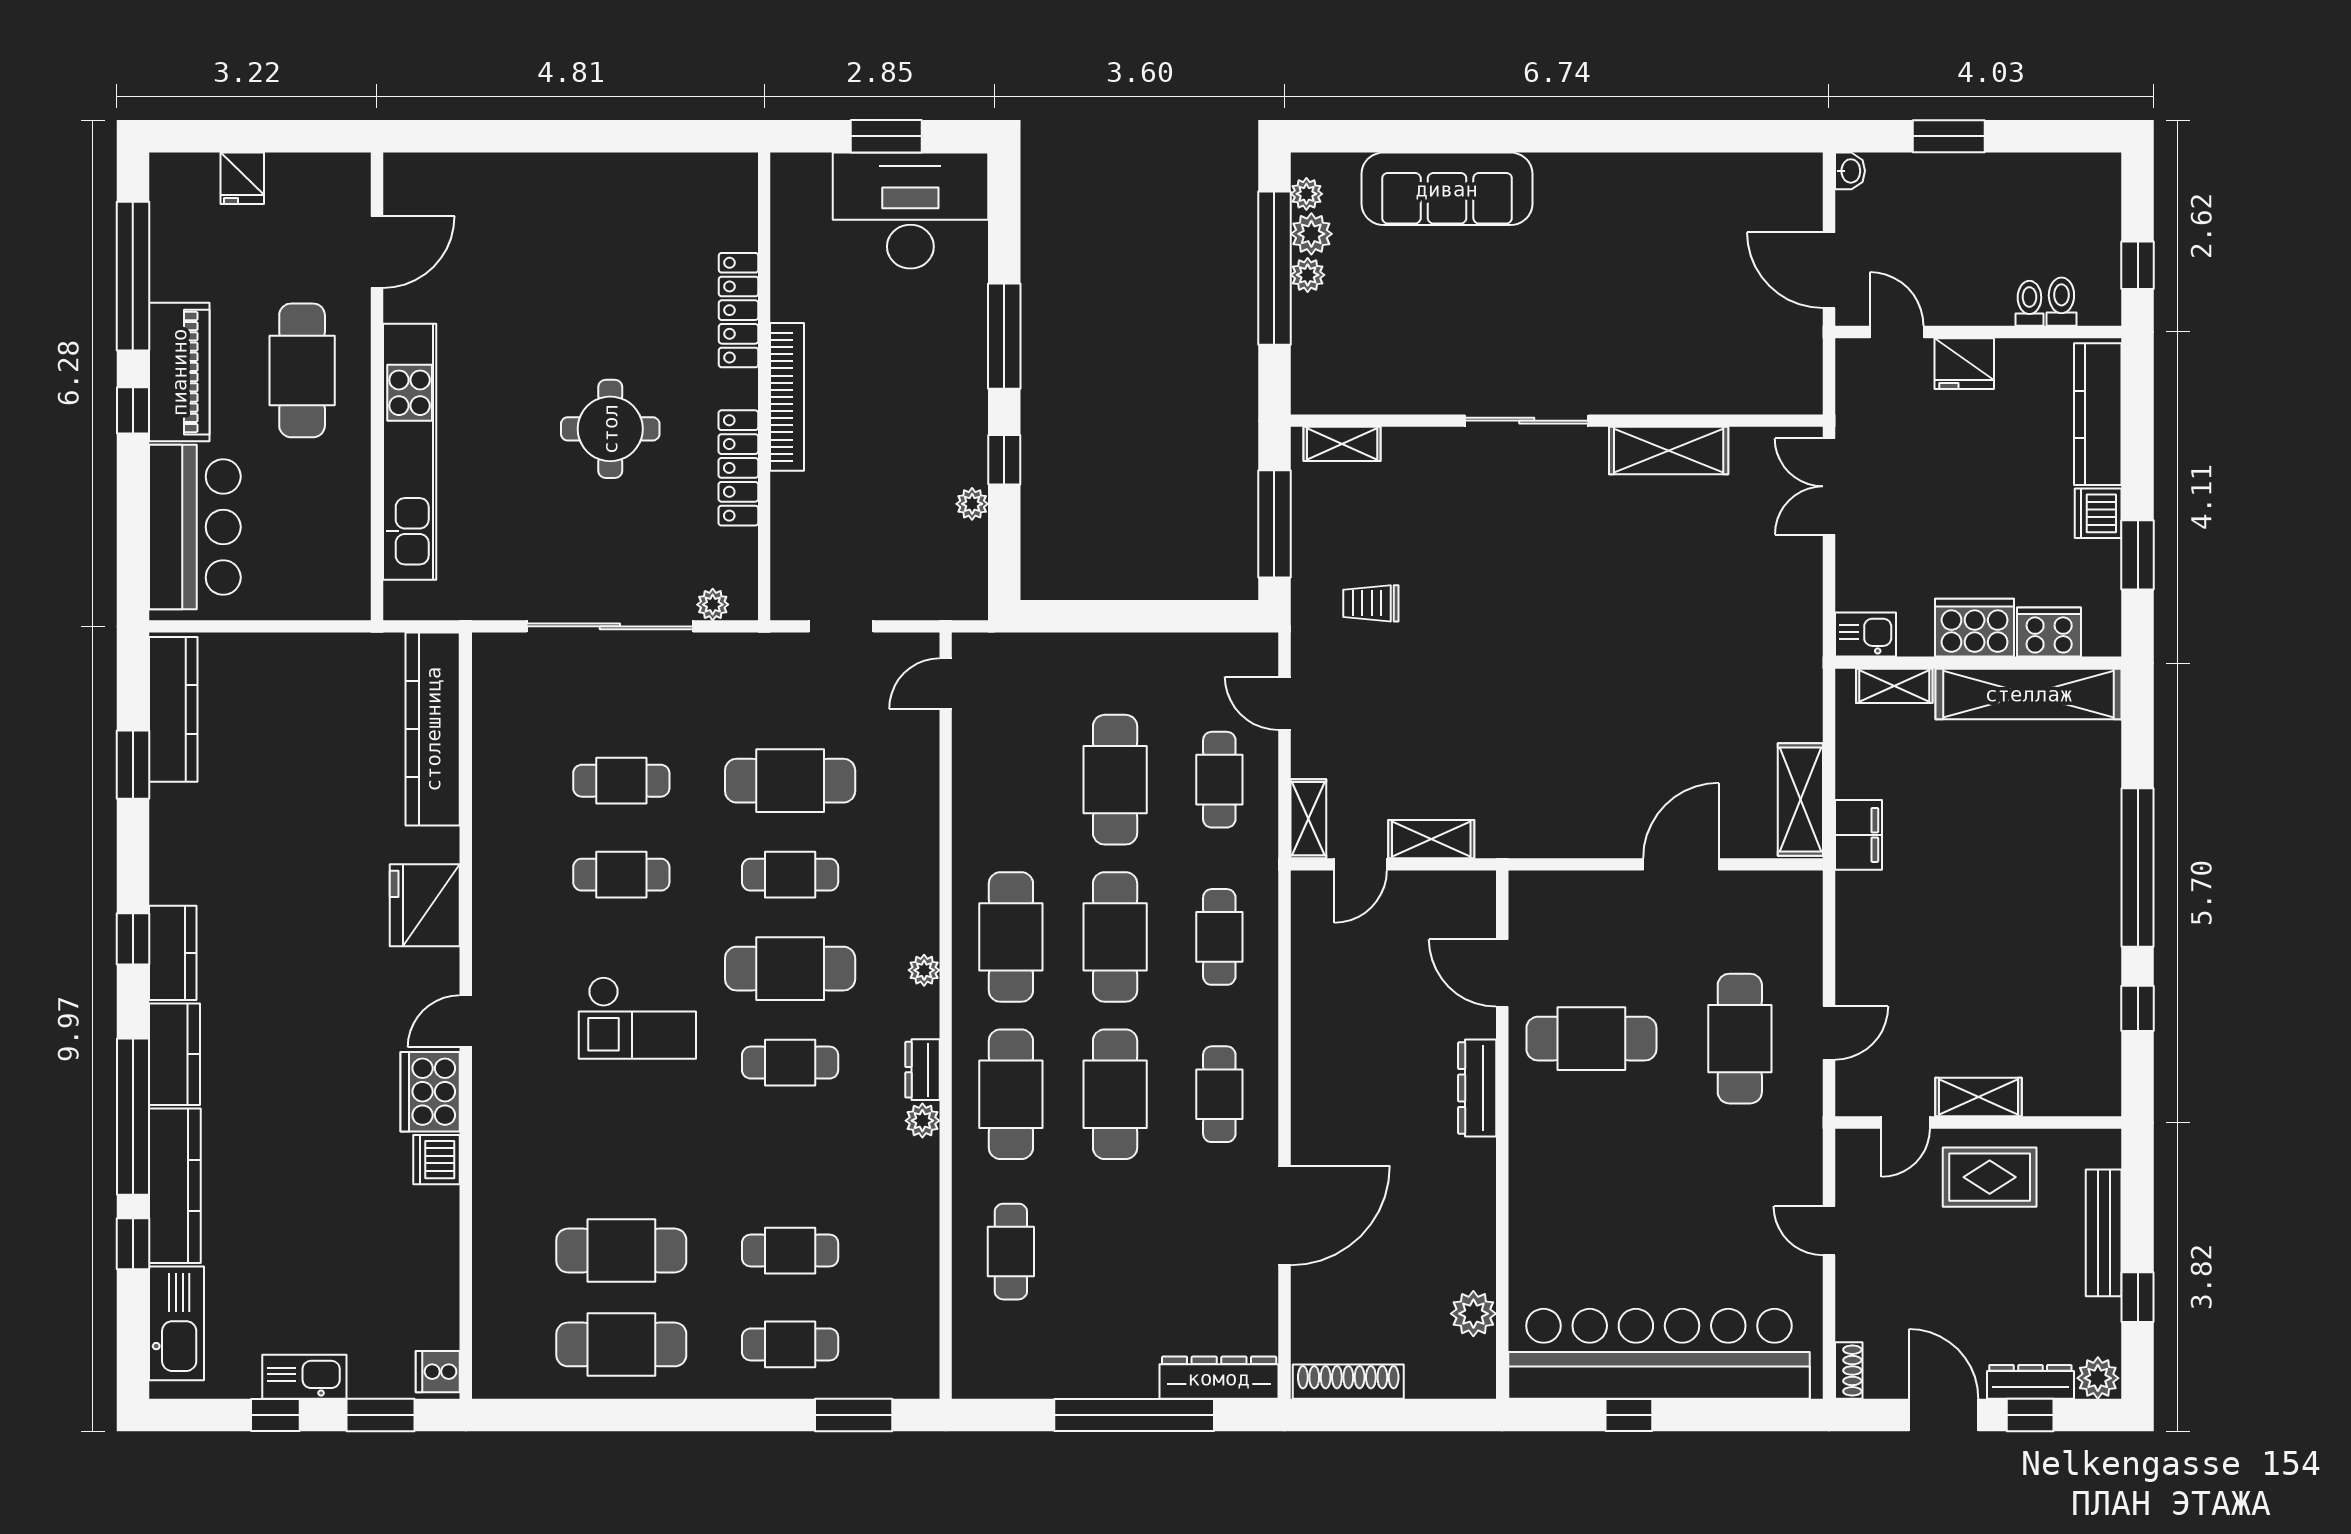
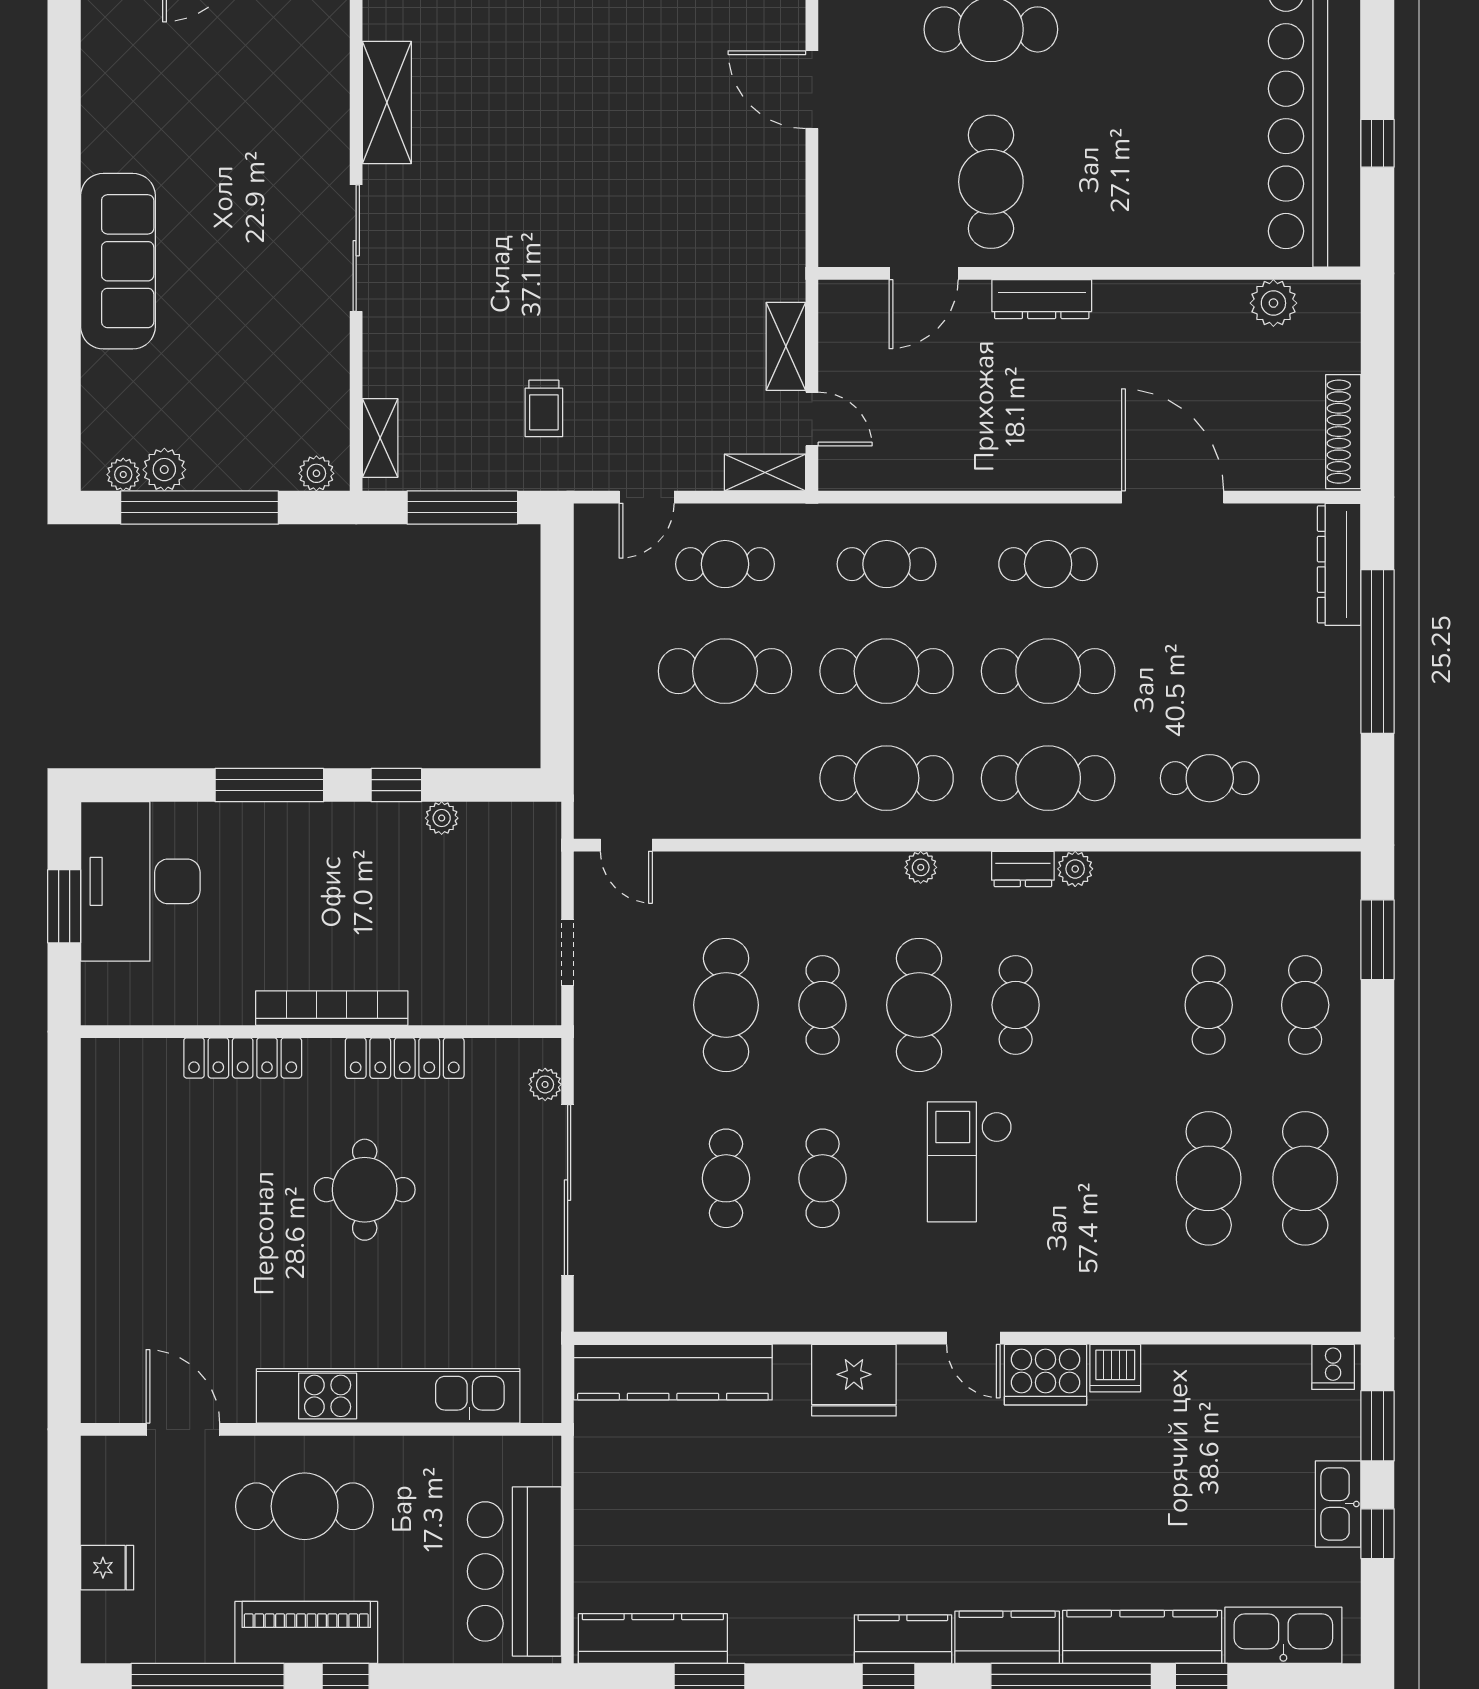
sofa: (1447, 189) -> (118, 261), moved
plant: (1308, 275) -> (316, 473), moved
bar counter: (195, 527) -> (514, 1571), moved, turned -90
checkout: (637, 1018) -> (970, 1162), turned 180

